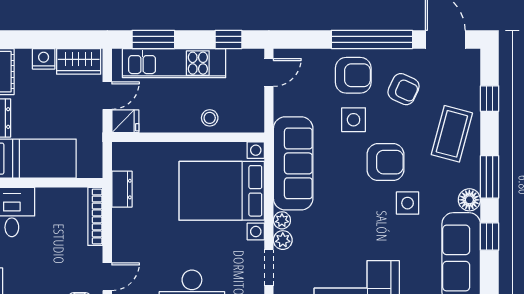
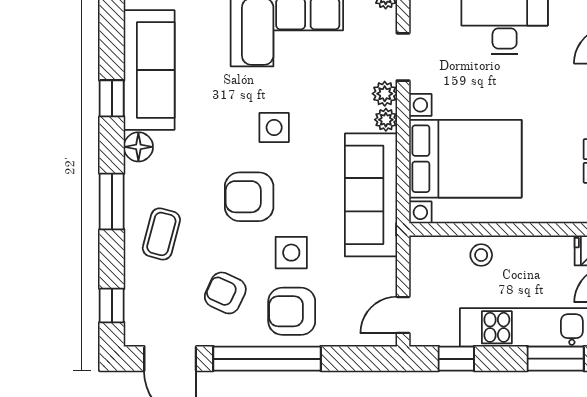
window: (490, 99) -> (112, 305), moved
coffee table: (452, 134) -> (161, 234), width x0.73, depth x0.77
window: (490, 177) -> (112, 202), moved
side table: (408, 203) -> (274, 128), moved

